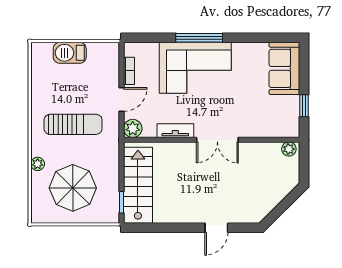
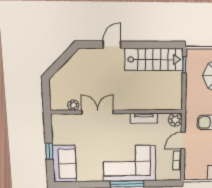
window: (304, 106) -> (49, 151), moved
double door: (217, 140) -> (98, 112), moved
plant: (289, 149) -> (73, 105), moved
stairs: (138, 185) -> (154, 60), moved, turned -90

